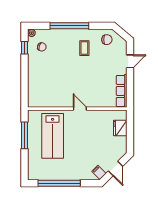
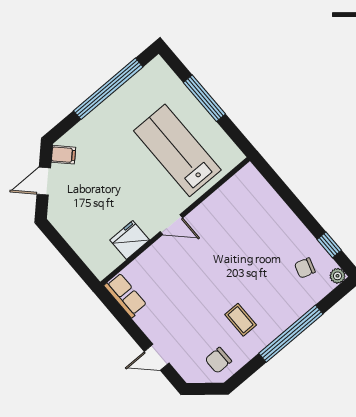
door: (130, 61) -> (157, 357), hinge flipped
row of seats: (122, 91) -> (125, 295), width x0.68
fridge: (120, 128) -> (130, 240), moved, turned -90
window: (24, 135) -> (204, 98), moved
door: (115, 169) -> (44, 181), hinge flipped

